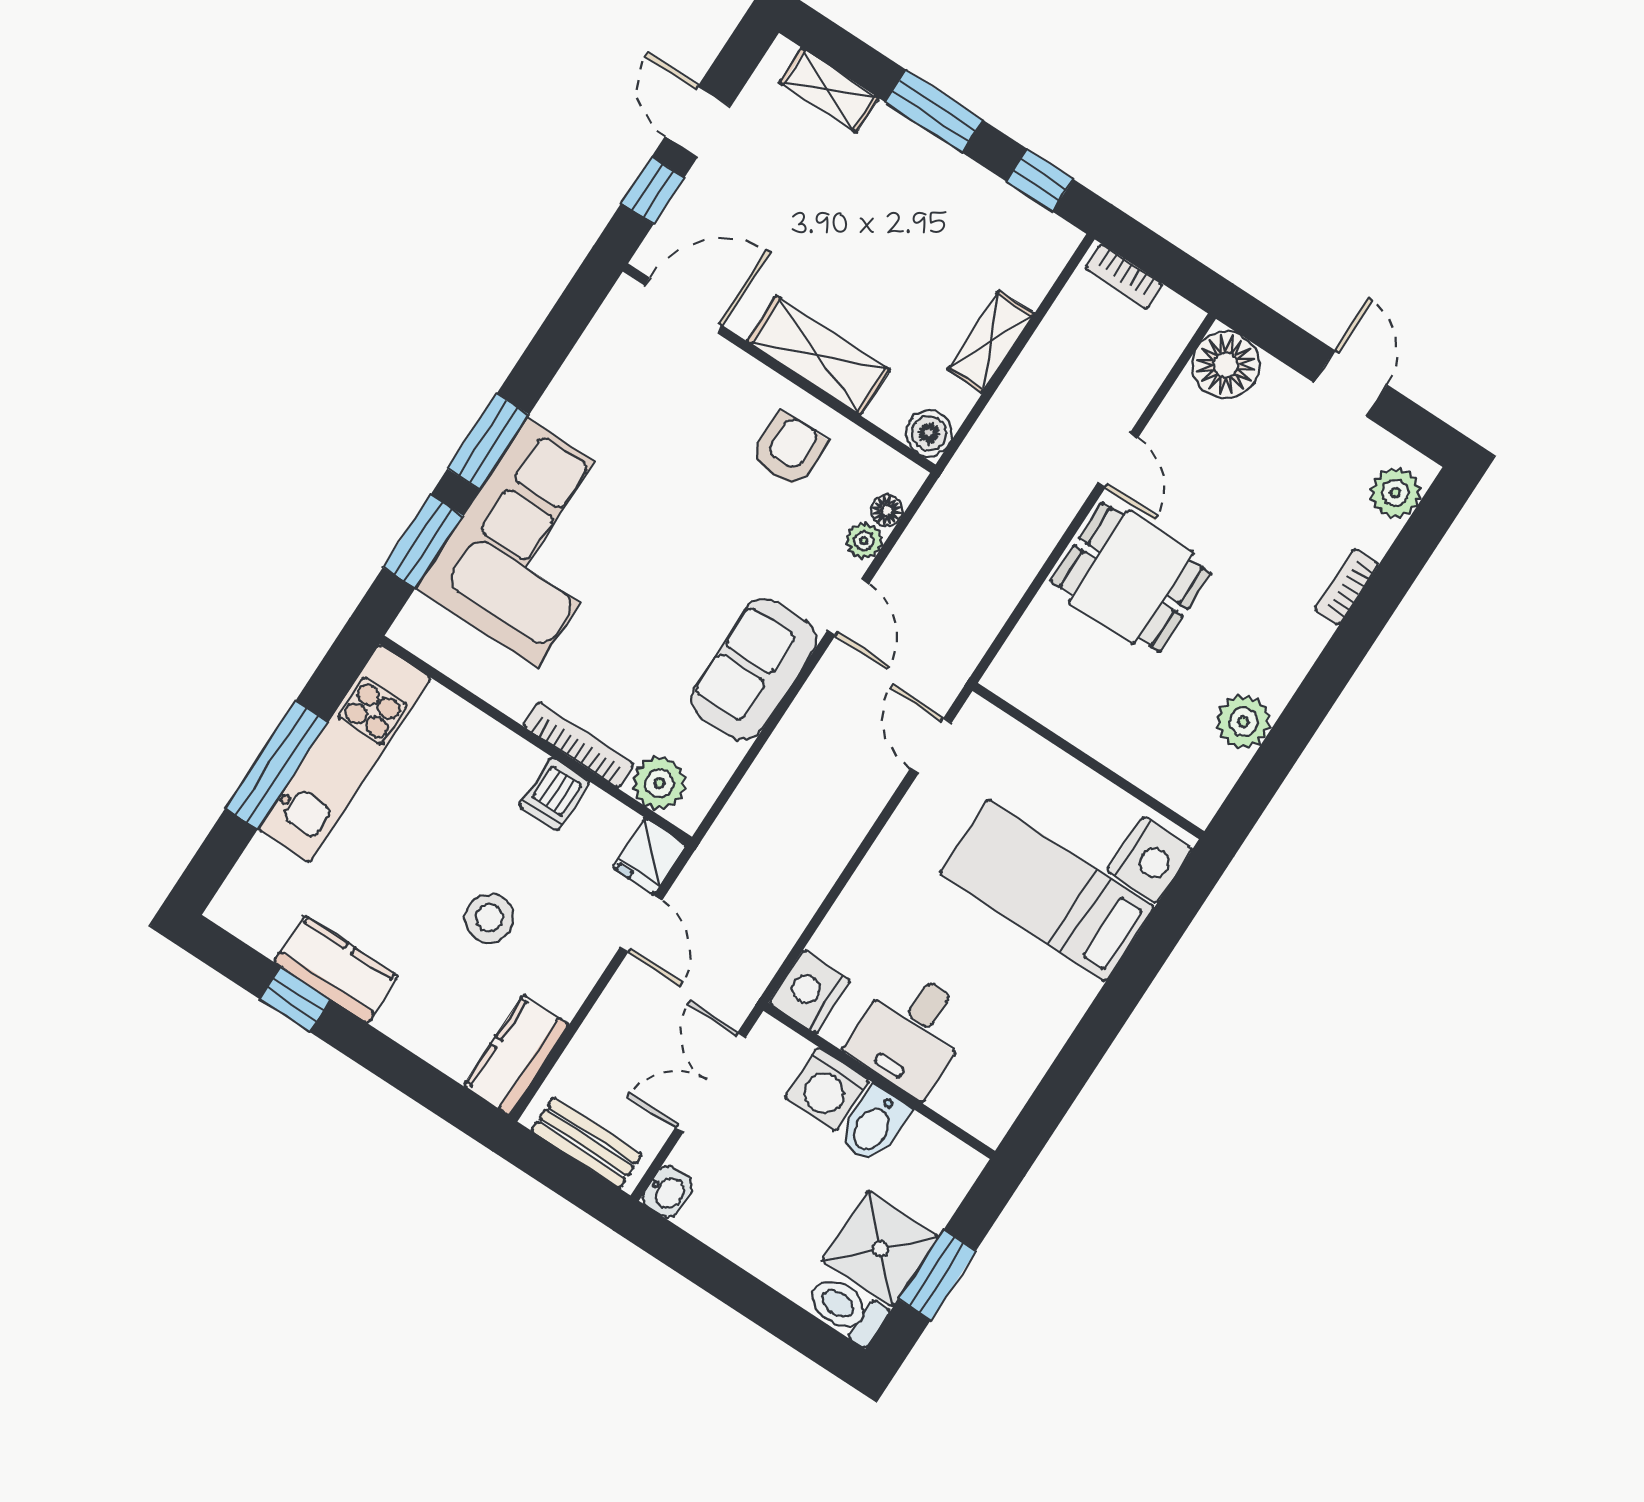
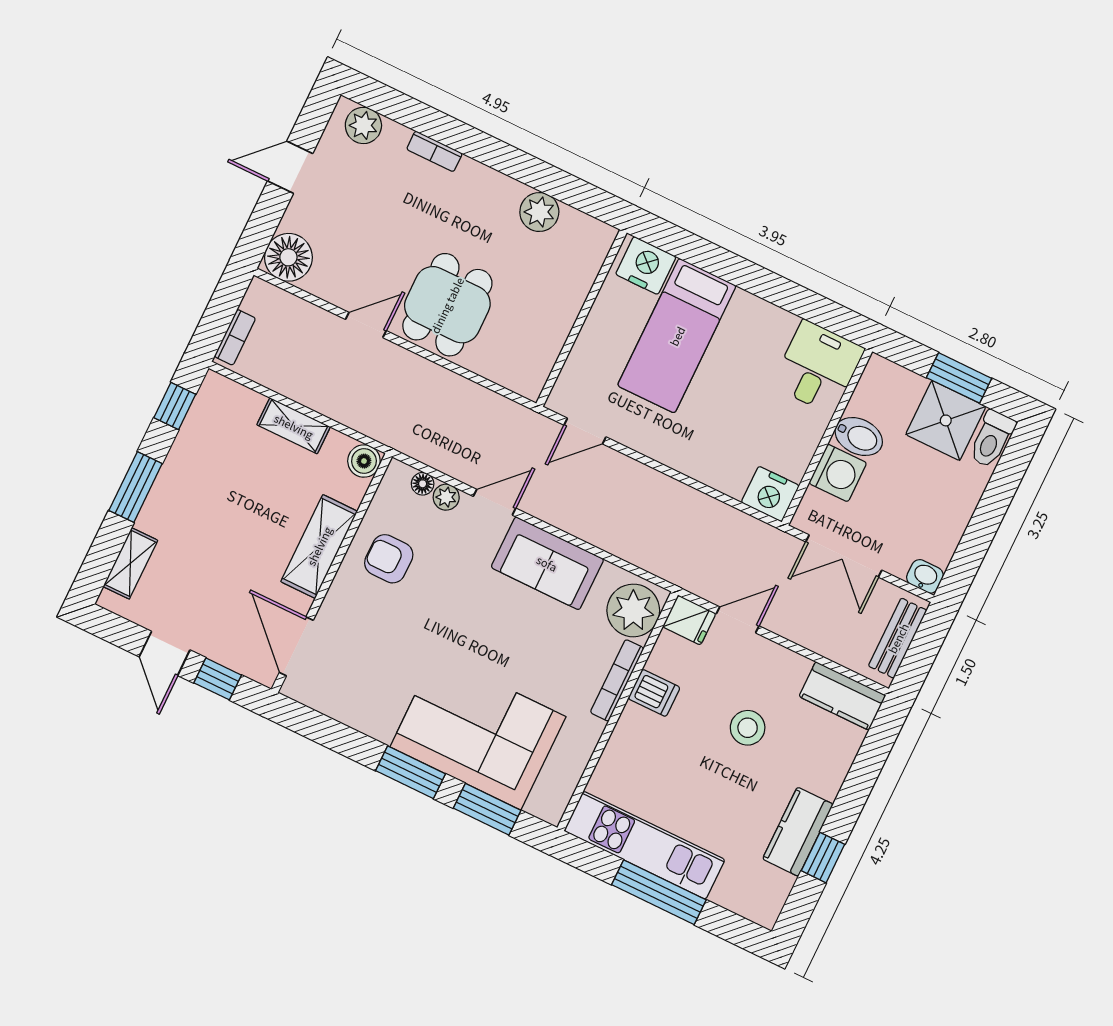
door: (698, 122) -> (165, 653), hinge flipped
plant: (659, 783) -> (633, 610), width x1.36, depth x1.36
desk: (911, 1033) -> (818, 367), moved, turned -90

